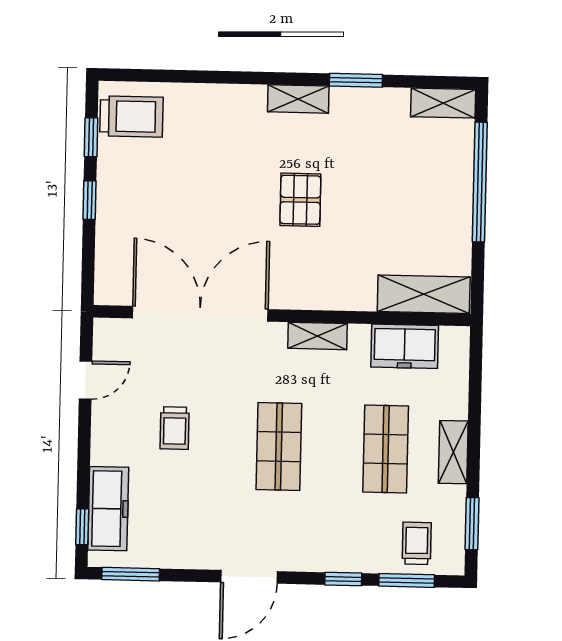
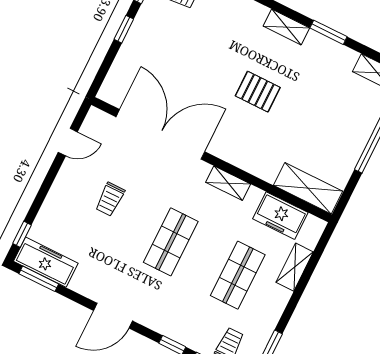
pallet: (300, 200) -> (258, 92), turned 90
shelving: (453, 452) -> (295, 267), moved
freezer: (108, 509) -> (46, 262), moved, turned -90

